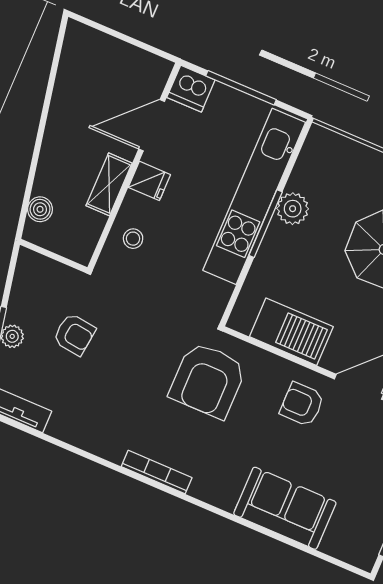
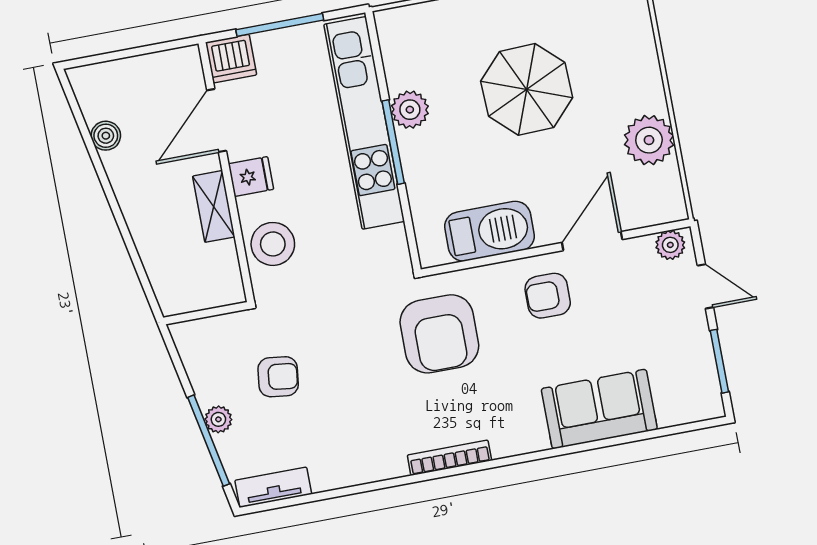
boiler: (40, 209) -> (106, 136), moved
stool: (133, 239) -> (273, 244), width x1.89, depth x1.89

